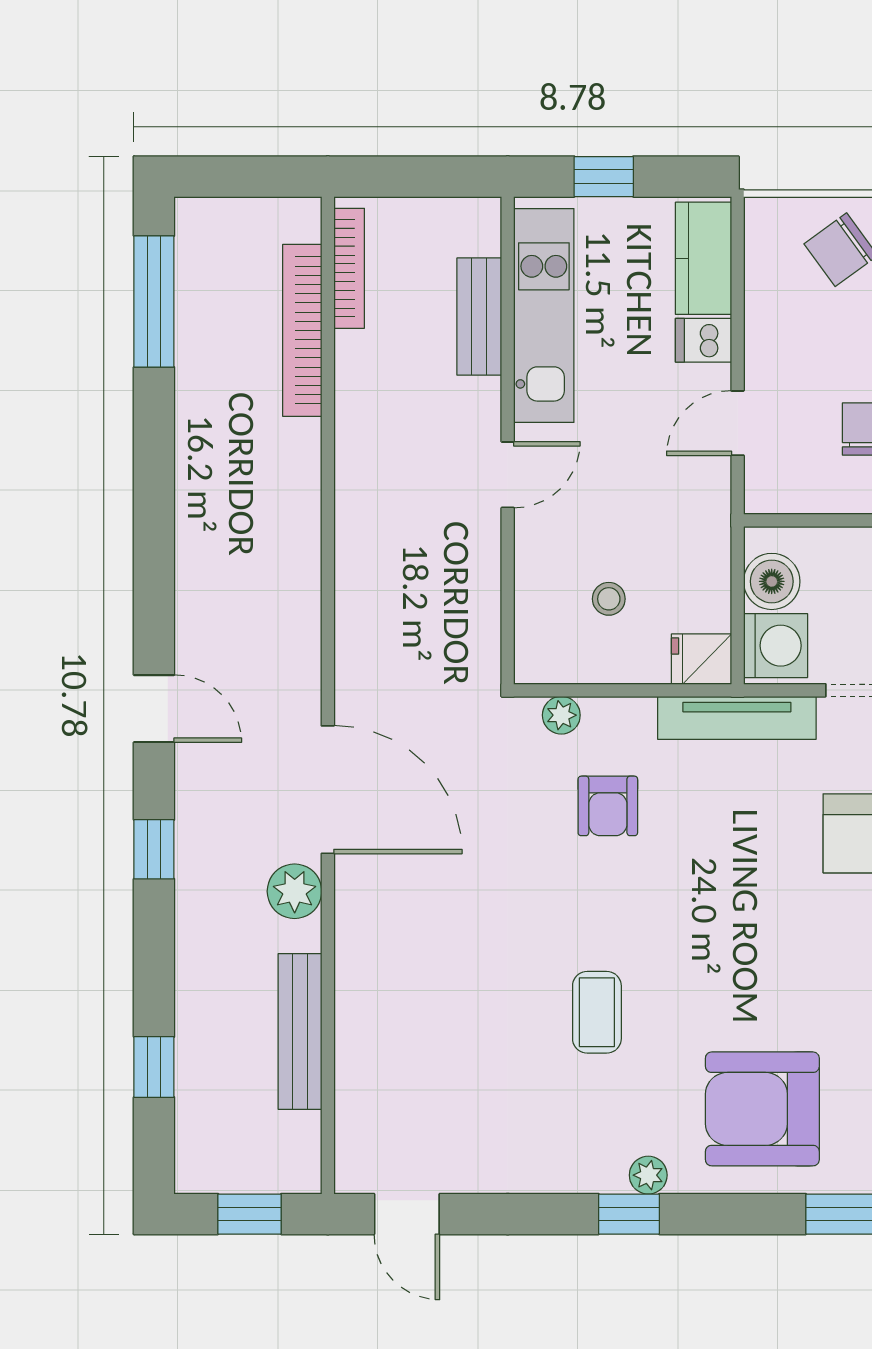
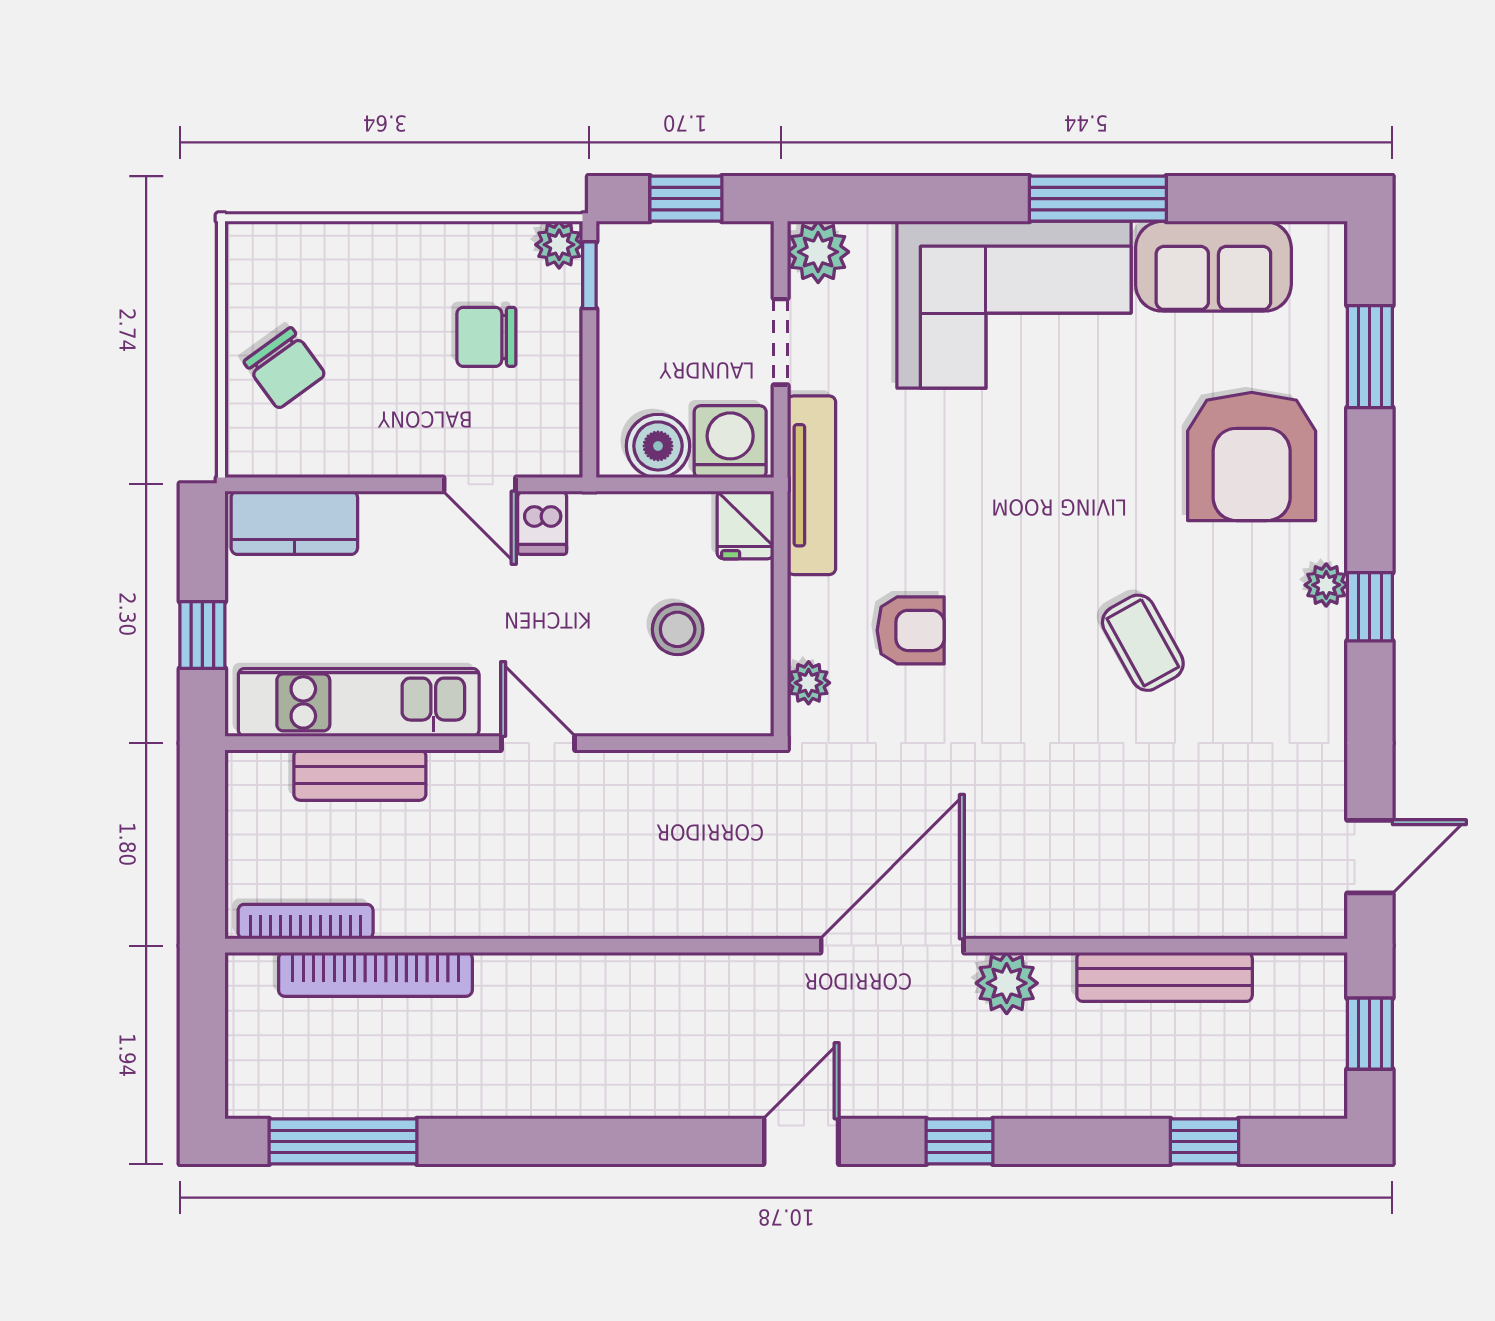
dishwasher: (703, 340) -> (542, 523), moved
stool: (609, 599) -> (678, 629), width x1.37, depth x1.37
coffee table: (597, 1012) -> (1143, 643), turned 61

